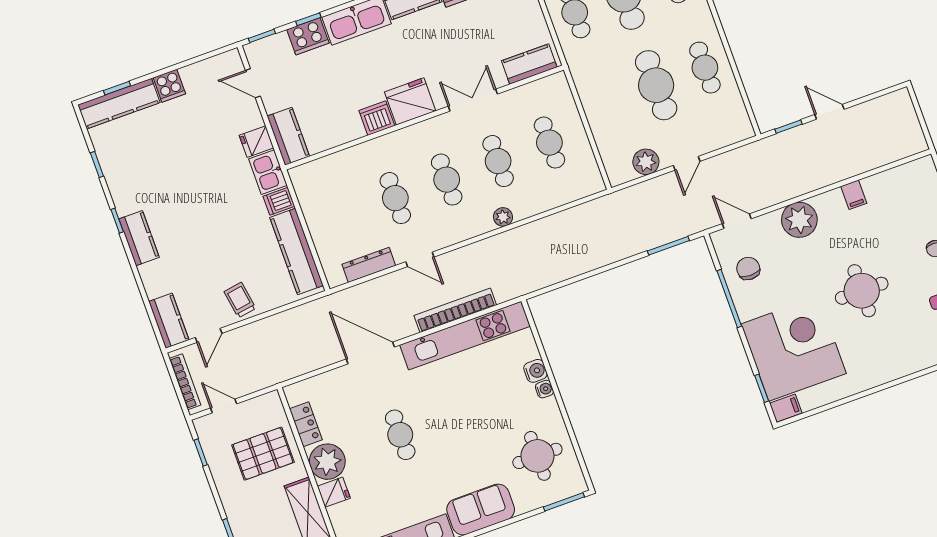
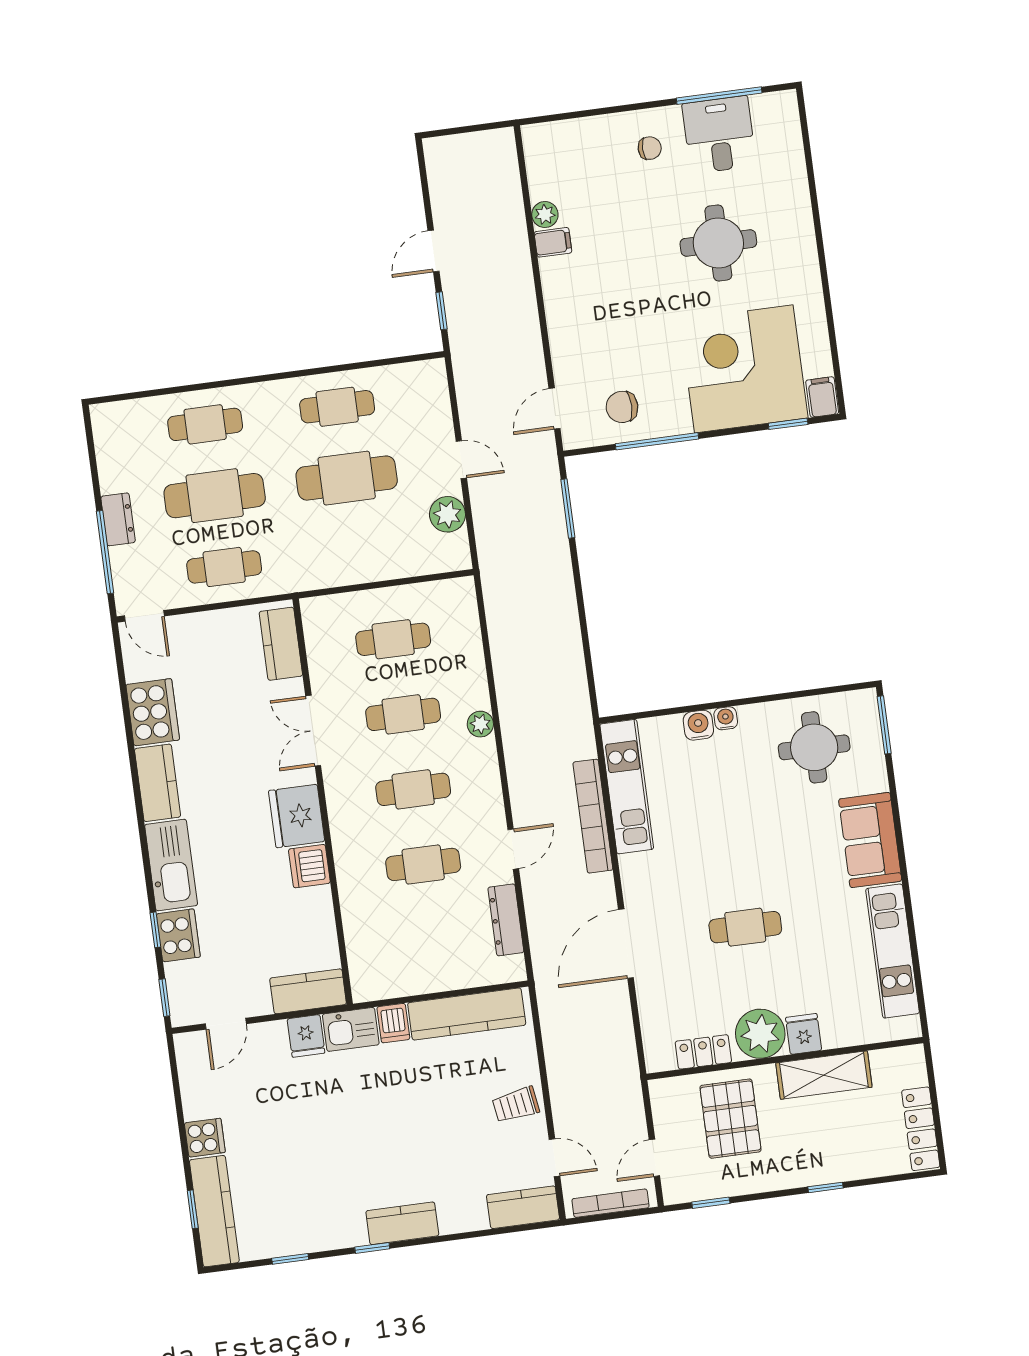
plant: (799, 220) -> (545, 215), moved, width x0.53, depth x0.53
round table: (862, 291) -> (718, 243), moved
kitchen unit: (465, 336) -> (627, 787), width x0.73

